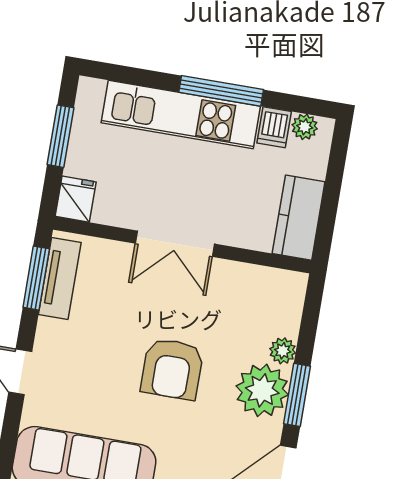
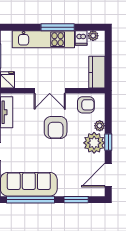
armchair: (258, 294) -> (86, 105), added
armchair: (172, 369) -> (56, 127), moved
window: (297, 395) -> (108, 142), width x0.67

